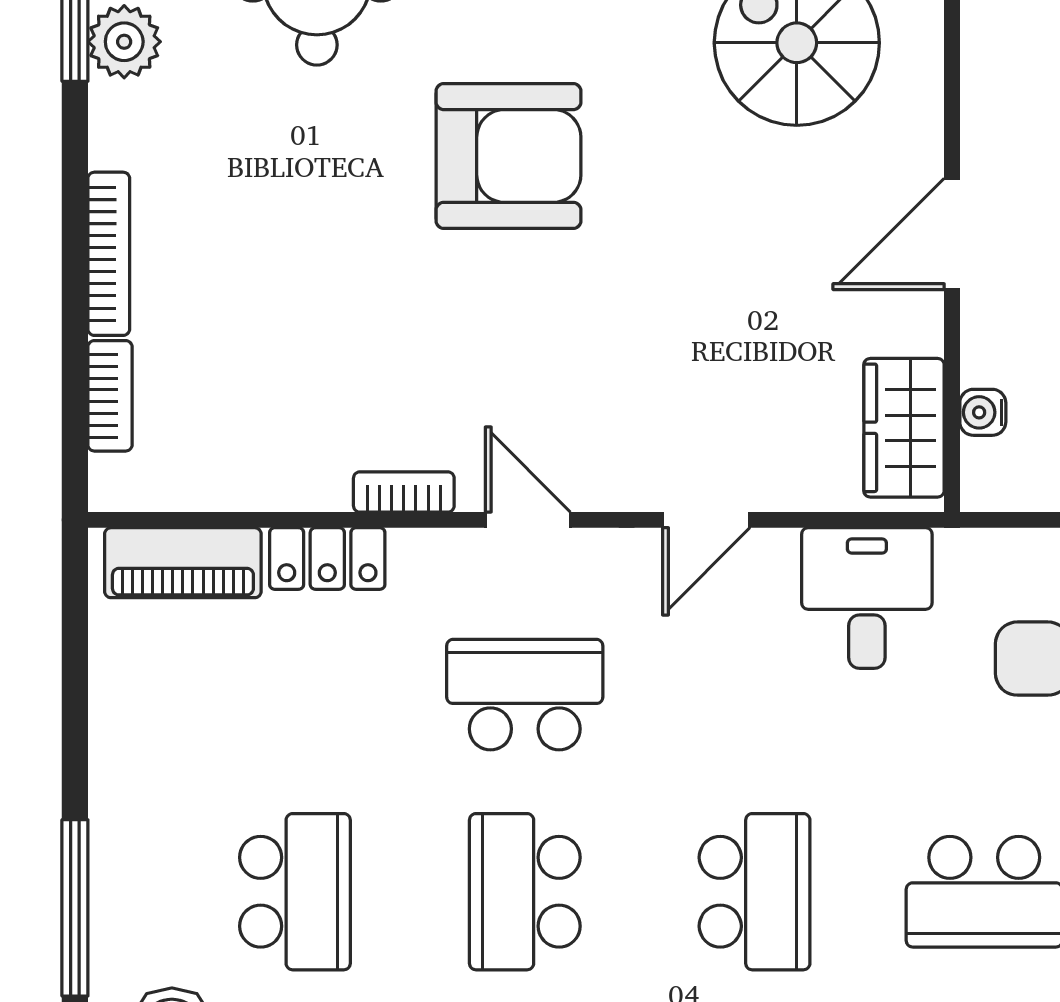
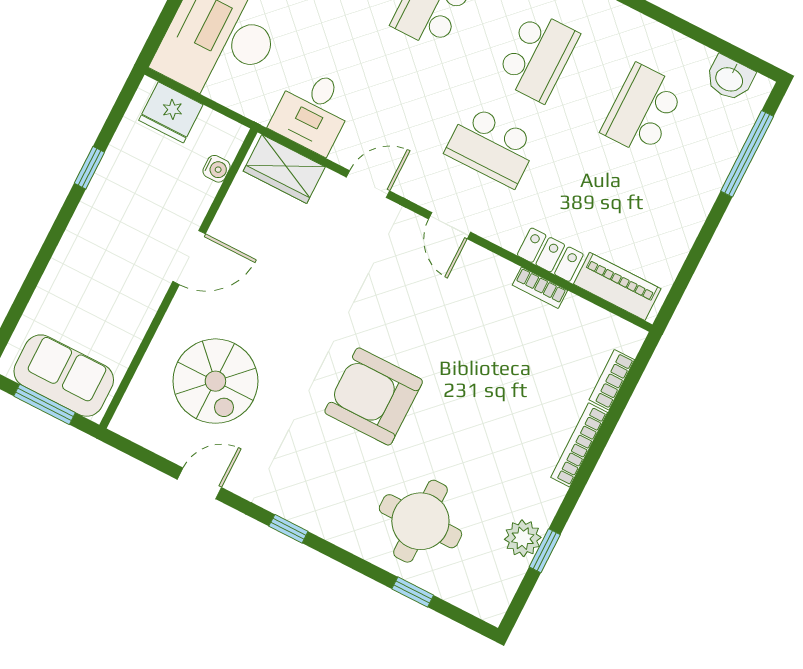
wardrobe: (904, 428) -> (284, 169), moved, turned 90
bookcase: (404, 492) -> (540, 288), moved

